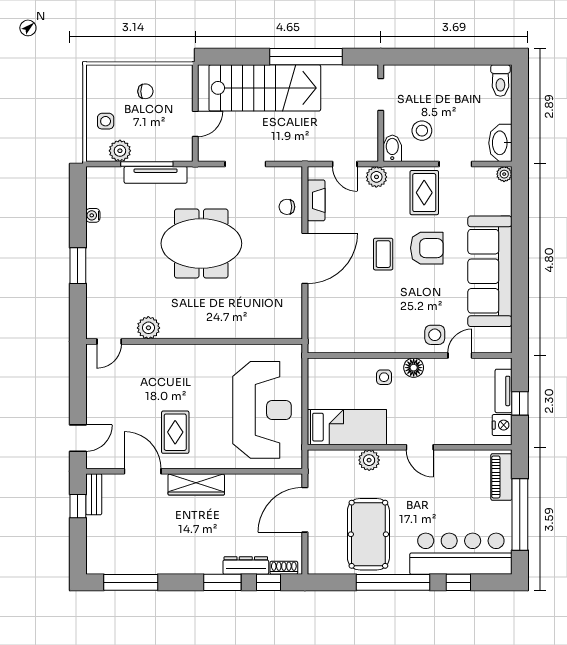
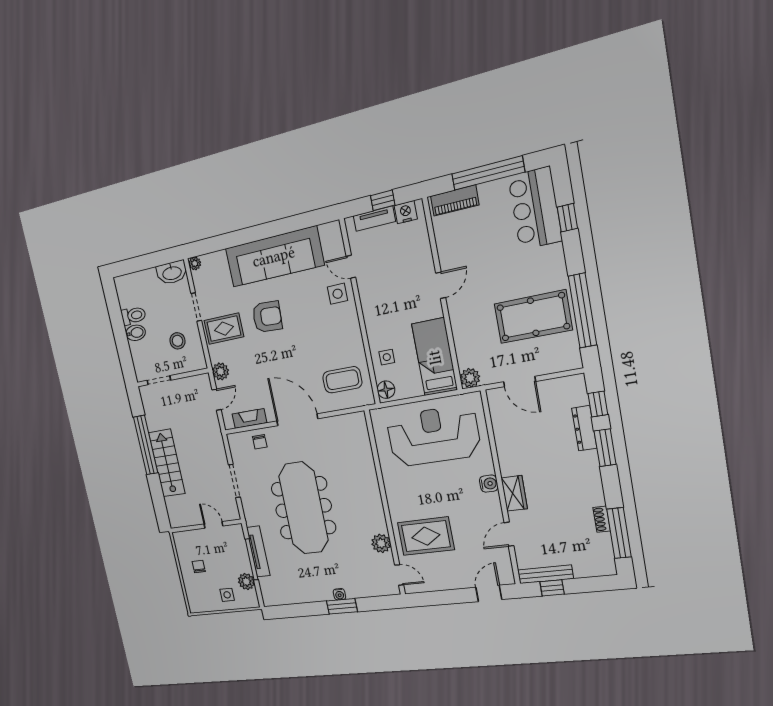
toilet: (500, 80) -> (133, 316), moved
stairs: (265, 88) -> (167, 463), width x0.73, depth x0.66
bidet: (392, 148) -> (136, 333), moved, turned 180
water cooler: (93, 215) -> (339, 594), moved
meeting table: (201, 243) -> (303, 508), width x1.36
armchair: (427, 248) -> (267, 317), turned 93
coffee table: (383, 254) -> (342, 380), moved, width x1.36, depth x1.30
floor lamp: (414, 368) -> (386, 390), moved
side table: (384, 377) -> (387, 357), moved
rug: (175, 432) -> (426, 536), moved, width x1.36, depth x1.43
door: (78, 438) -> (489, 593), hinge flipped
water cooler: (201, 460) -> (489, 484), added
plant: (369, 460) -> (470, 378), moved
door: (143, 471) -> (509, 534), width x0.73
wardrobe: (196, 484) -> (514, 493), width x0.67
bench: (94, 494) -> (545, 574), width x1.36
door: (305, 510) -> (519, 382), width x0.73
bar counter: (461, 554) -> (535, 208), width x0.73
shoe rack: (284, 568) -> (602, 519), moved
window: (393, 582) -> (583, 311), moved

